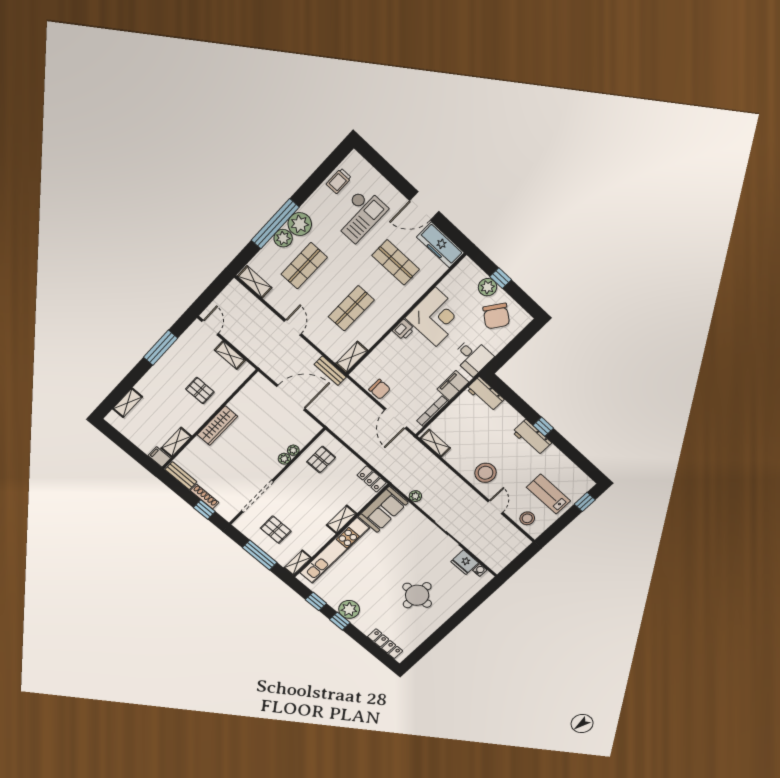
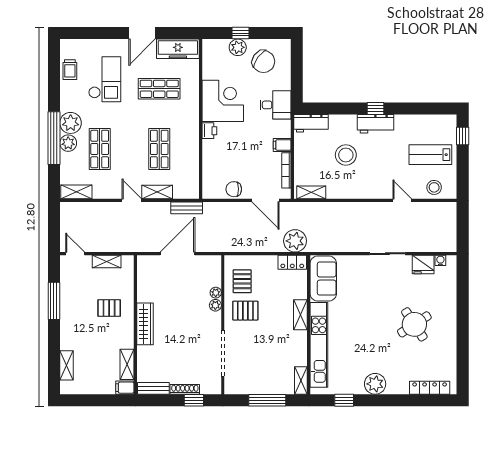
shelving: (352, 357) -> (157, 192), moved, turned 90
filing cabinet: (453, 386) -> (282, 145), width x0.50
chair: (380, 389) -> (234, 189), turned 180
stool: (485, 473) -> (346, 155), moved
plant: (415, 496) -> (295, 241), moved, width x1.87, depth x1.87
pallet: (276, 530) -> (245, 311), moved
round table: (417, 595) -> (414, 324), turned -33
window: (340, 621) -> (377, 400), removed

